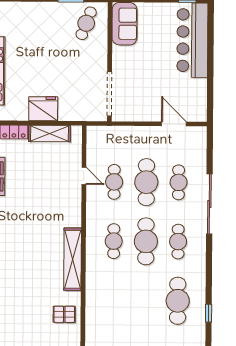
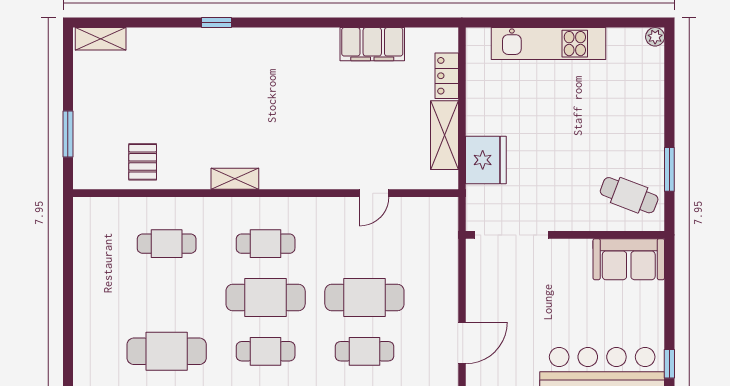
fridge: (43, 109) -> (486, 160), moved
cafe table: (114, 182) -> (167, 244), moved
shelving: (73, 259) -> (235, 179), width x0.45, depth x0.75

